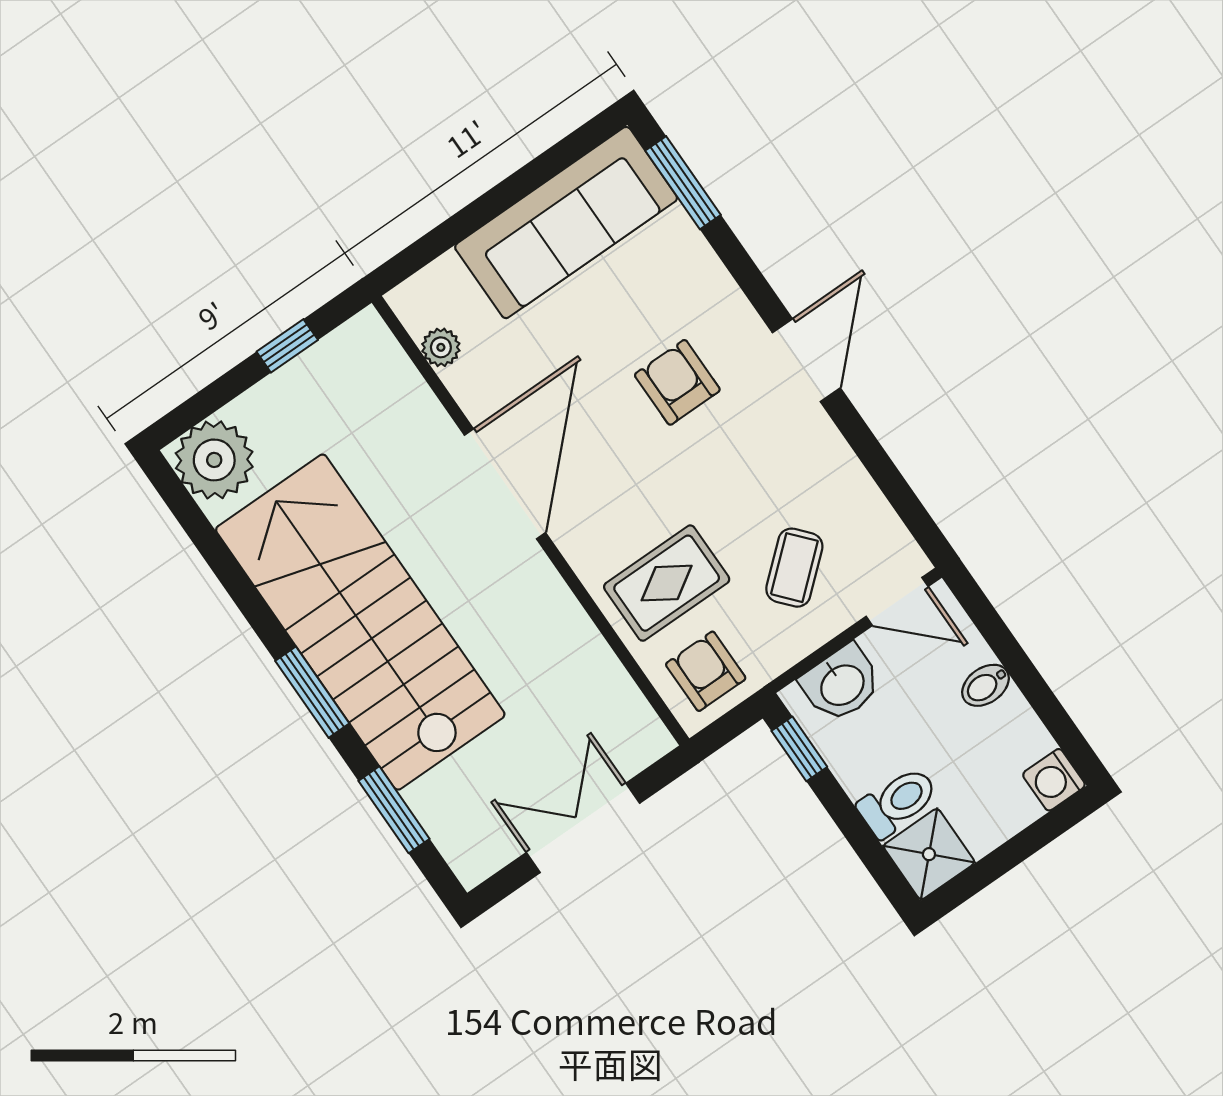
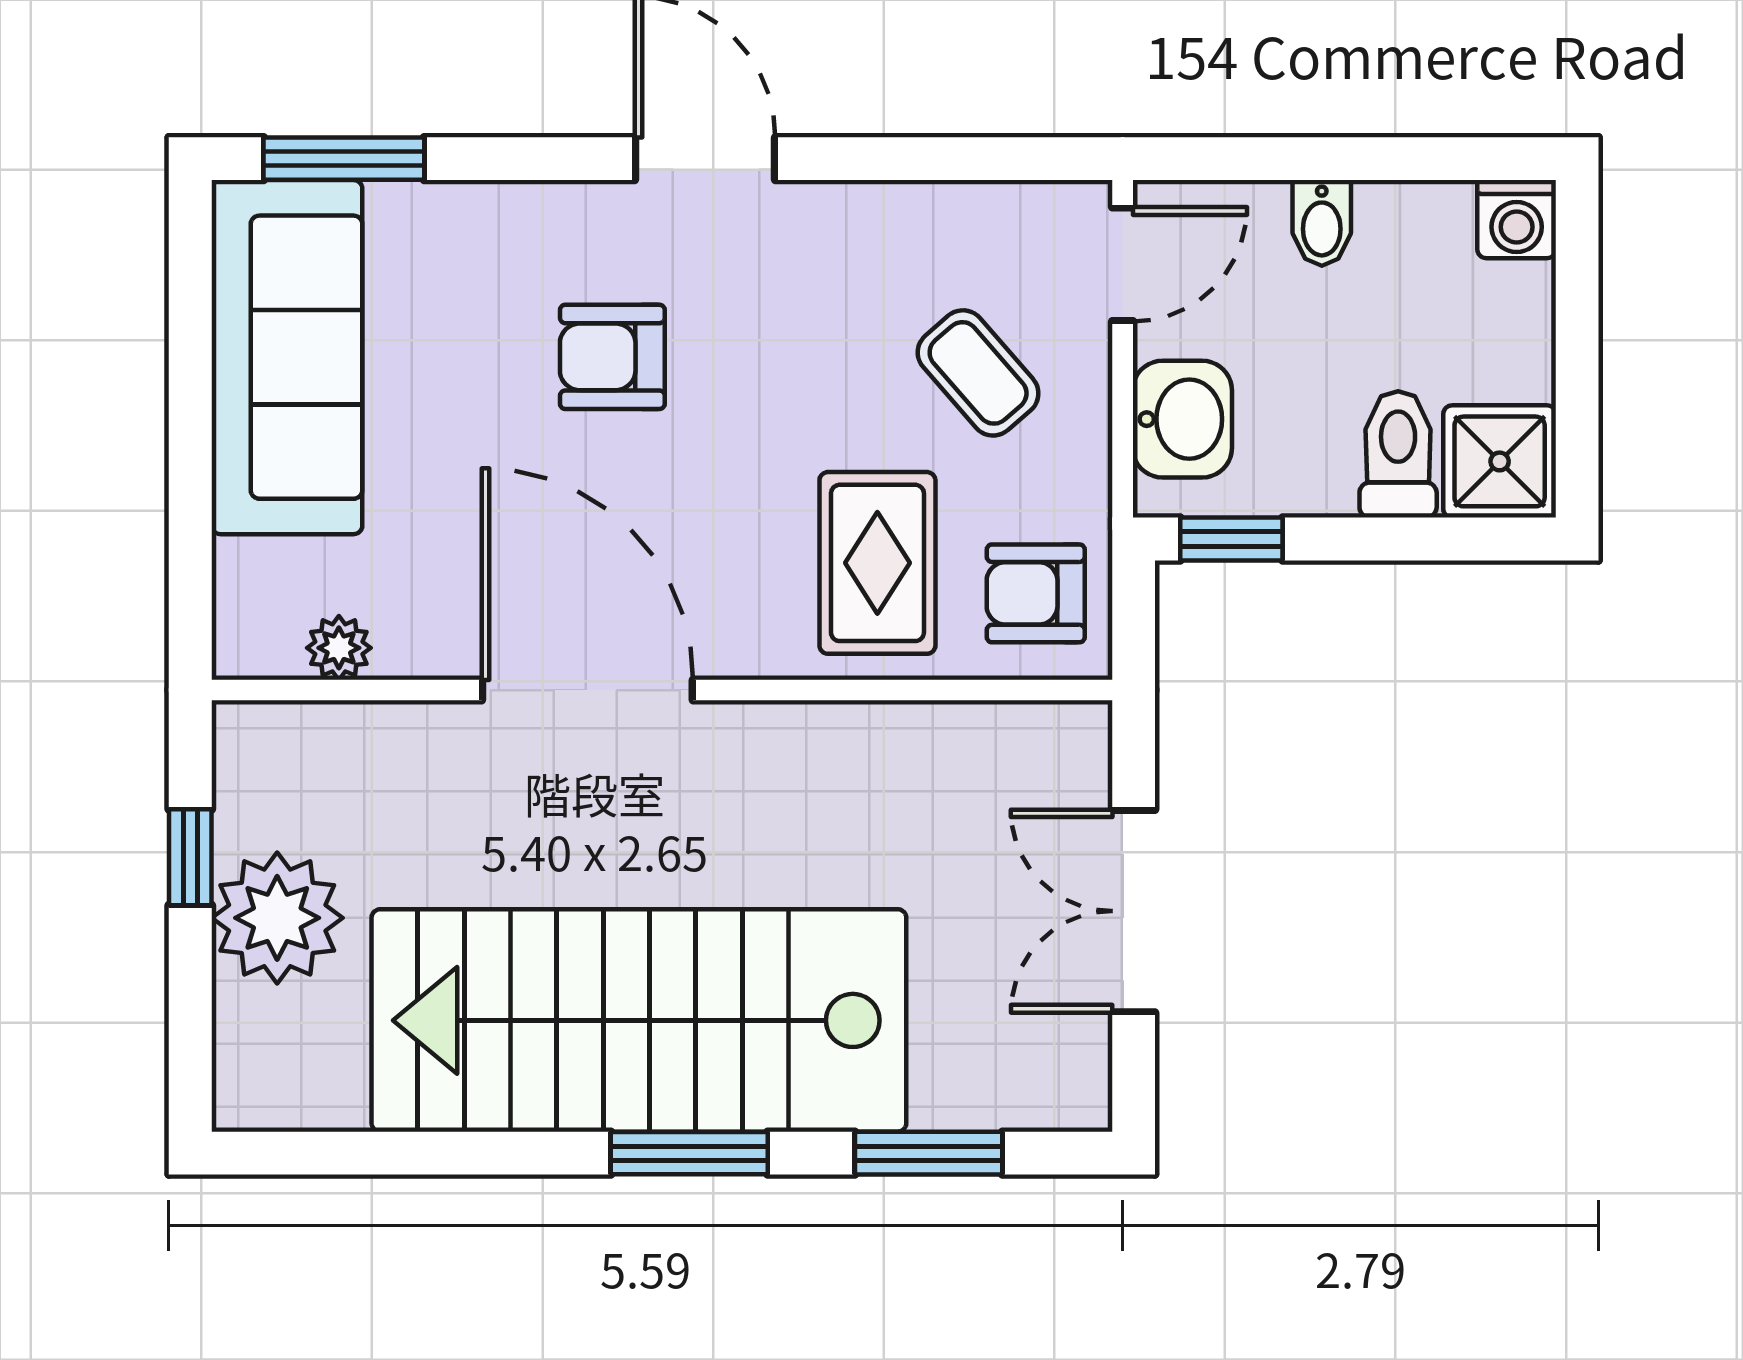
plant: (214, 460) -> (277, 918), moved

